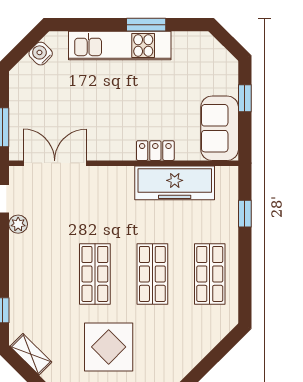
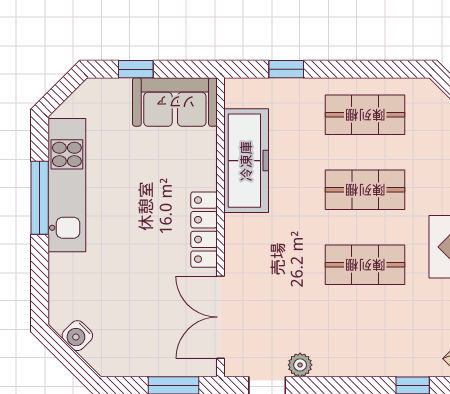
window: (146, 25) -> (40, 198), width x1.44
kitchen unit: (120, 46) -> (67, 185), moved
locker: (155, 151) -> (204, 230), moved, width x1.53

